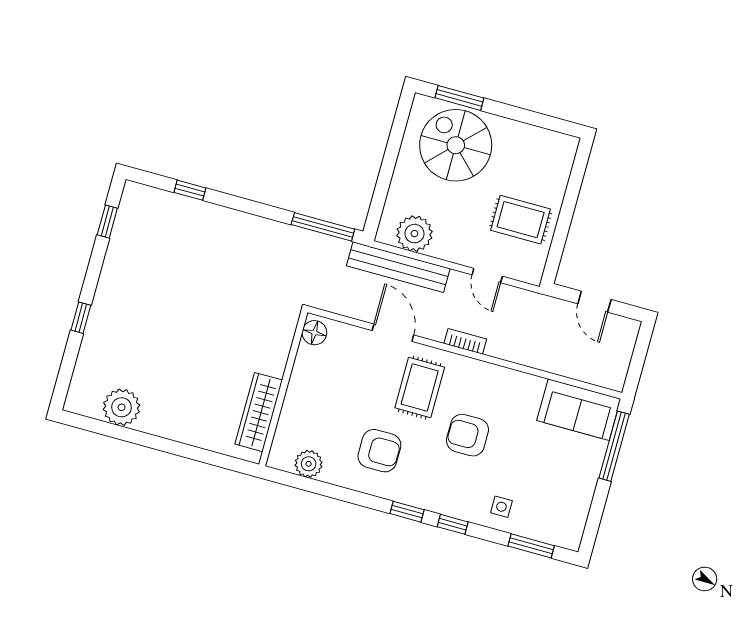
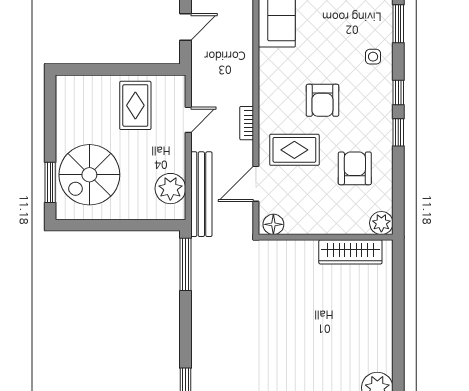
floor lamp: (314, 333) -> (273, 224), moved
wall: (283, 388) -> (326, 237), moved
wardrobe: (259, 412) -> (350, 252), moved

